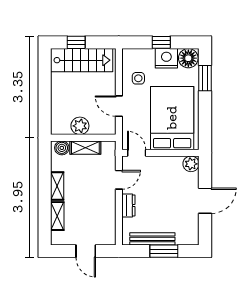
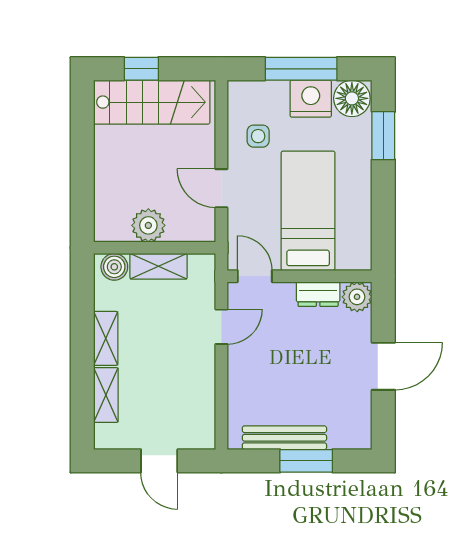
window: (161, 42) -> (301, 69), width x2.17
bed: (172, 118) -> (308, 211), width x0.67
dresser: (128, 205) -> (318, 294), moved, turned 90

